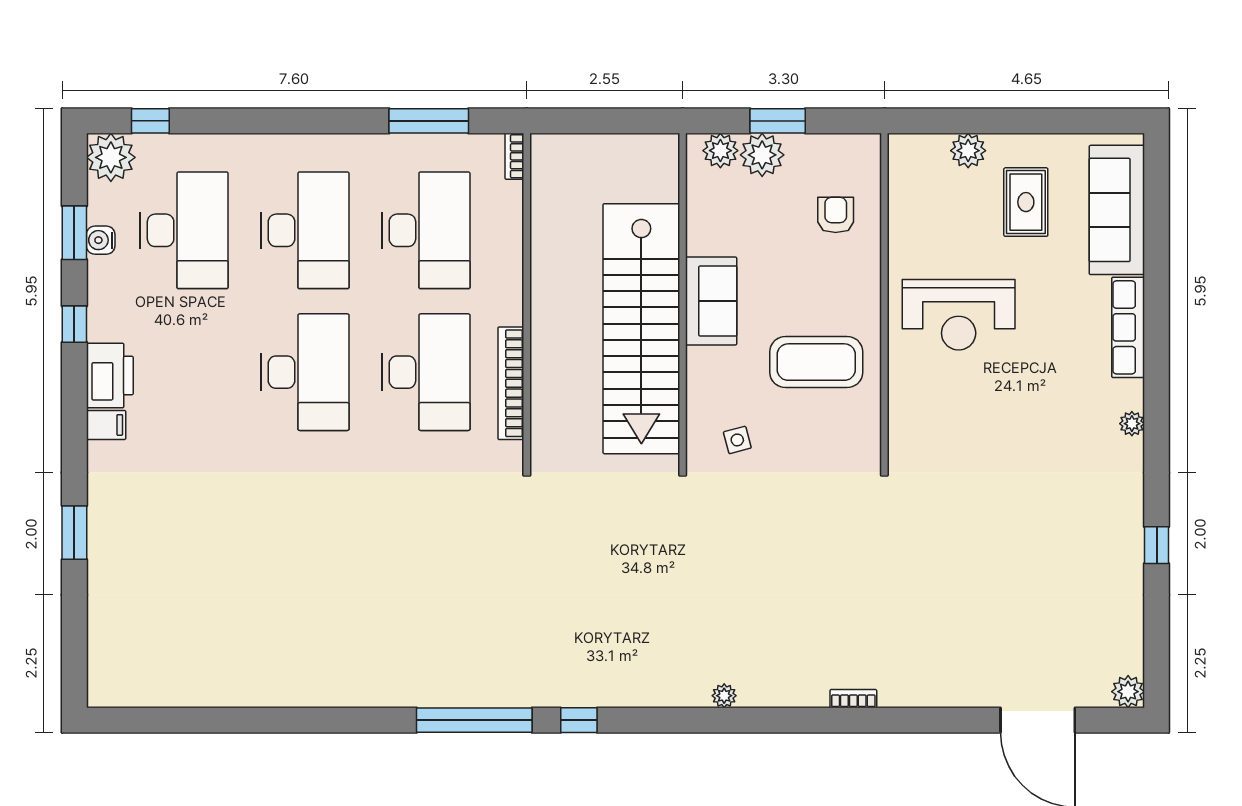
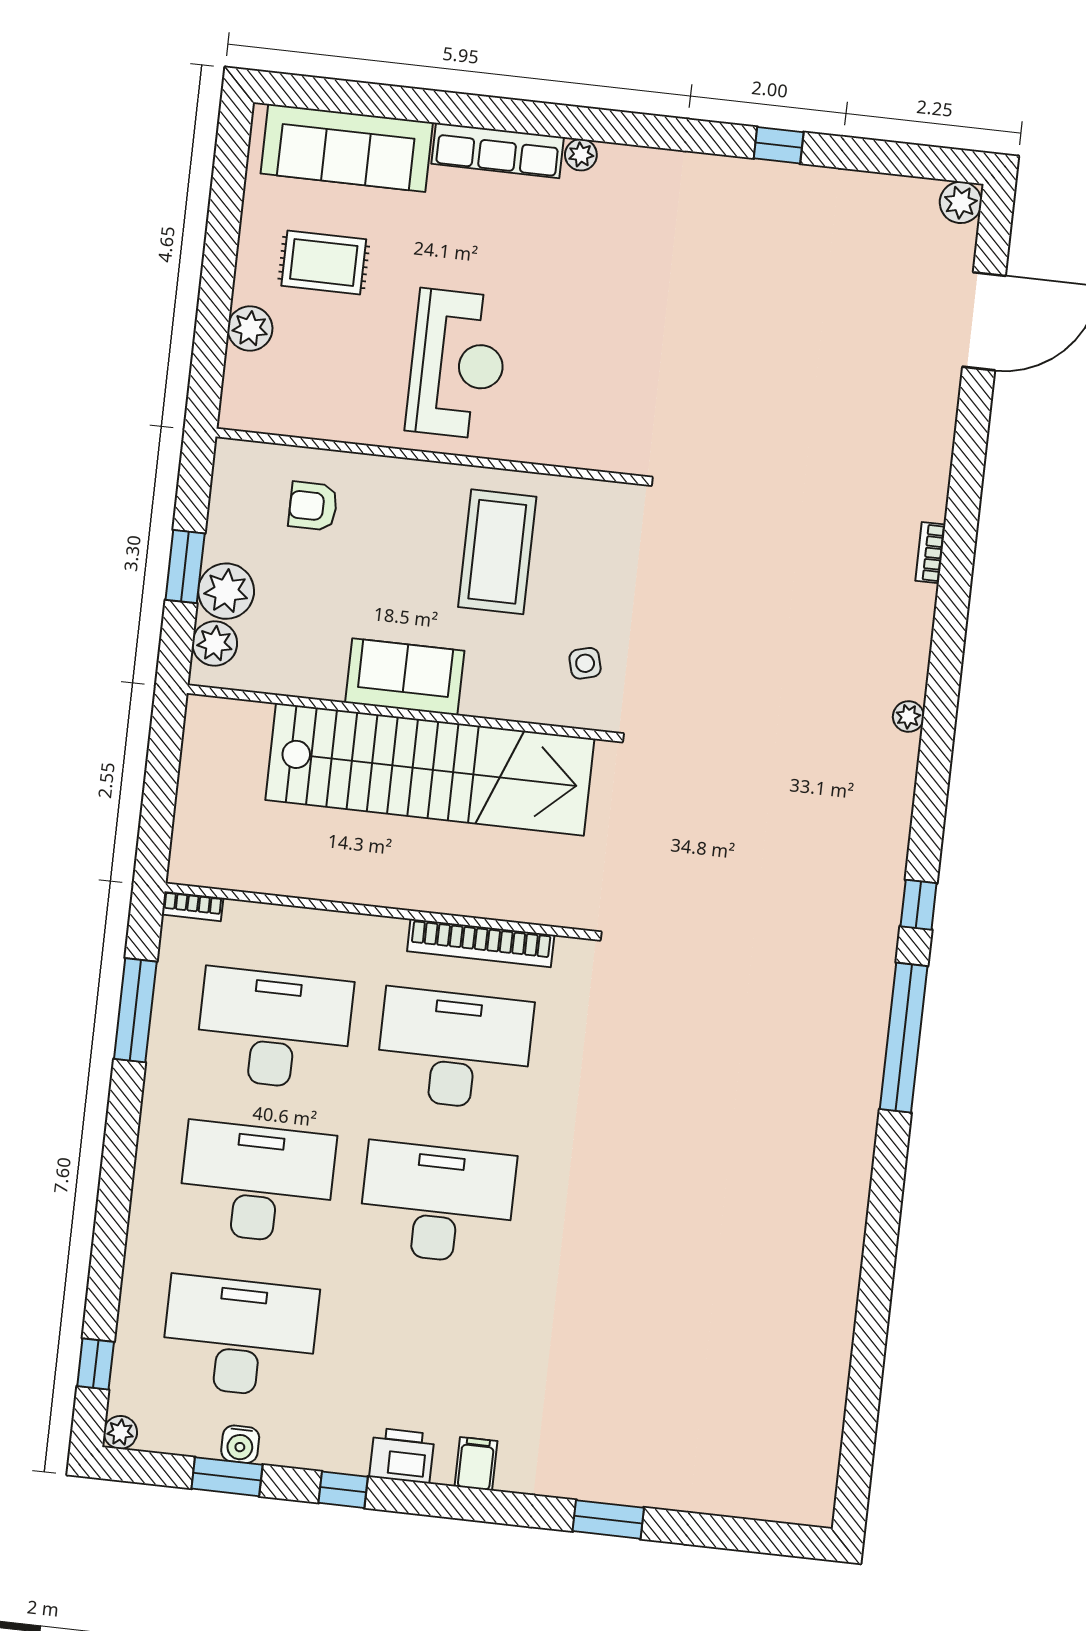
plant: (111, 157) -> (120, 1432), width x0.53, depth x0.53
printer: (110, 376) -> (402, 1456), width x0.73, depth x0.84
plant: (1132, 424) -> (581, 155), moved

